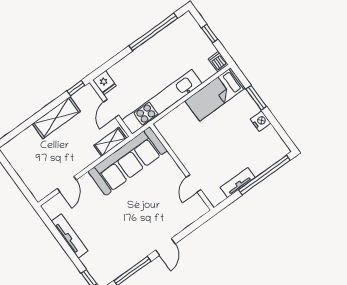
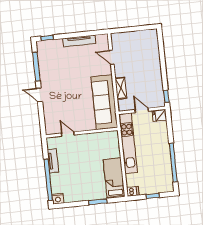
shelving: (56, 118) -> (155, 74), removed
nightstand: (261, 121) -> (58, 199), moved
shelving: (110, 142) -> (121, 88), moved

